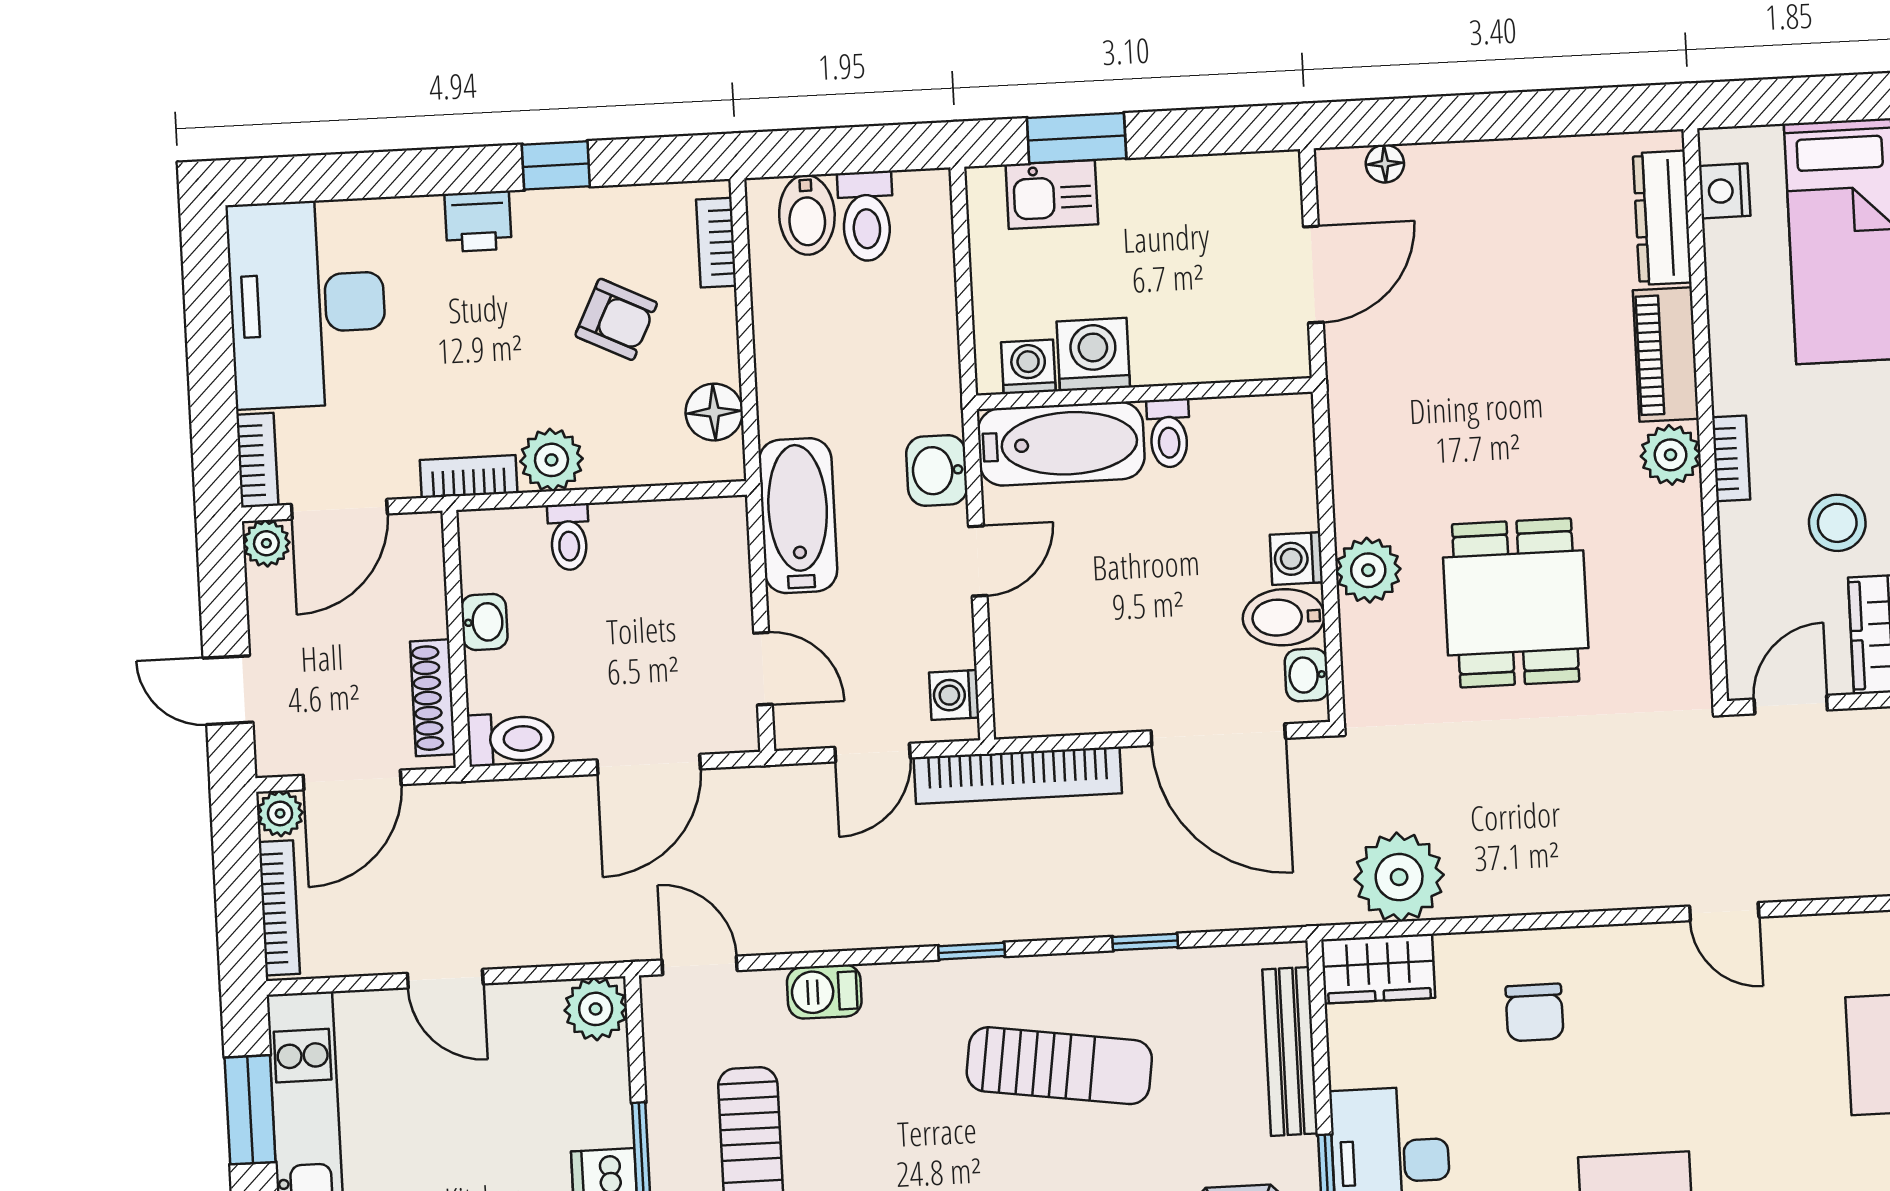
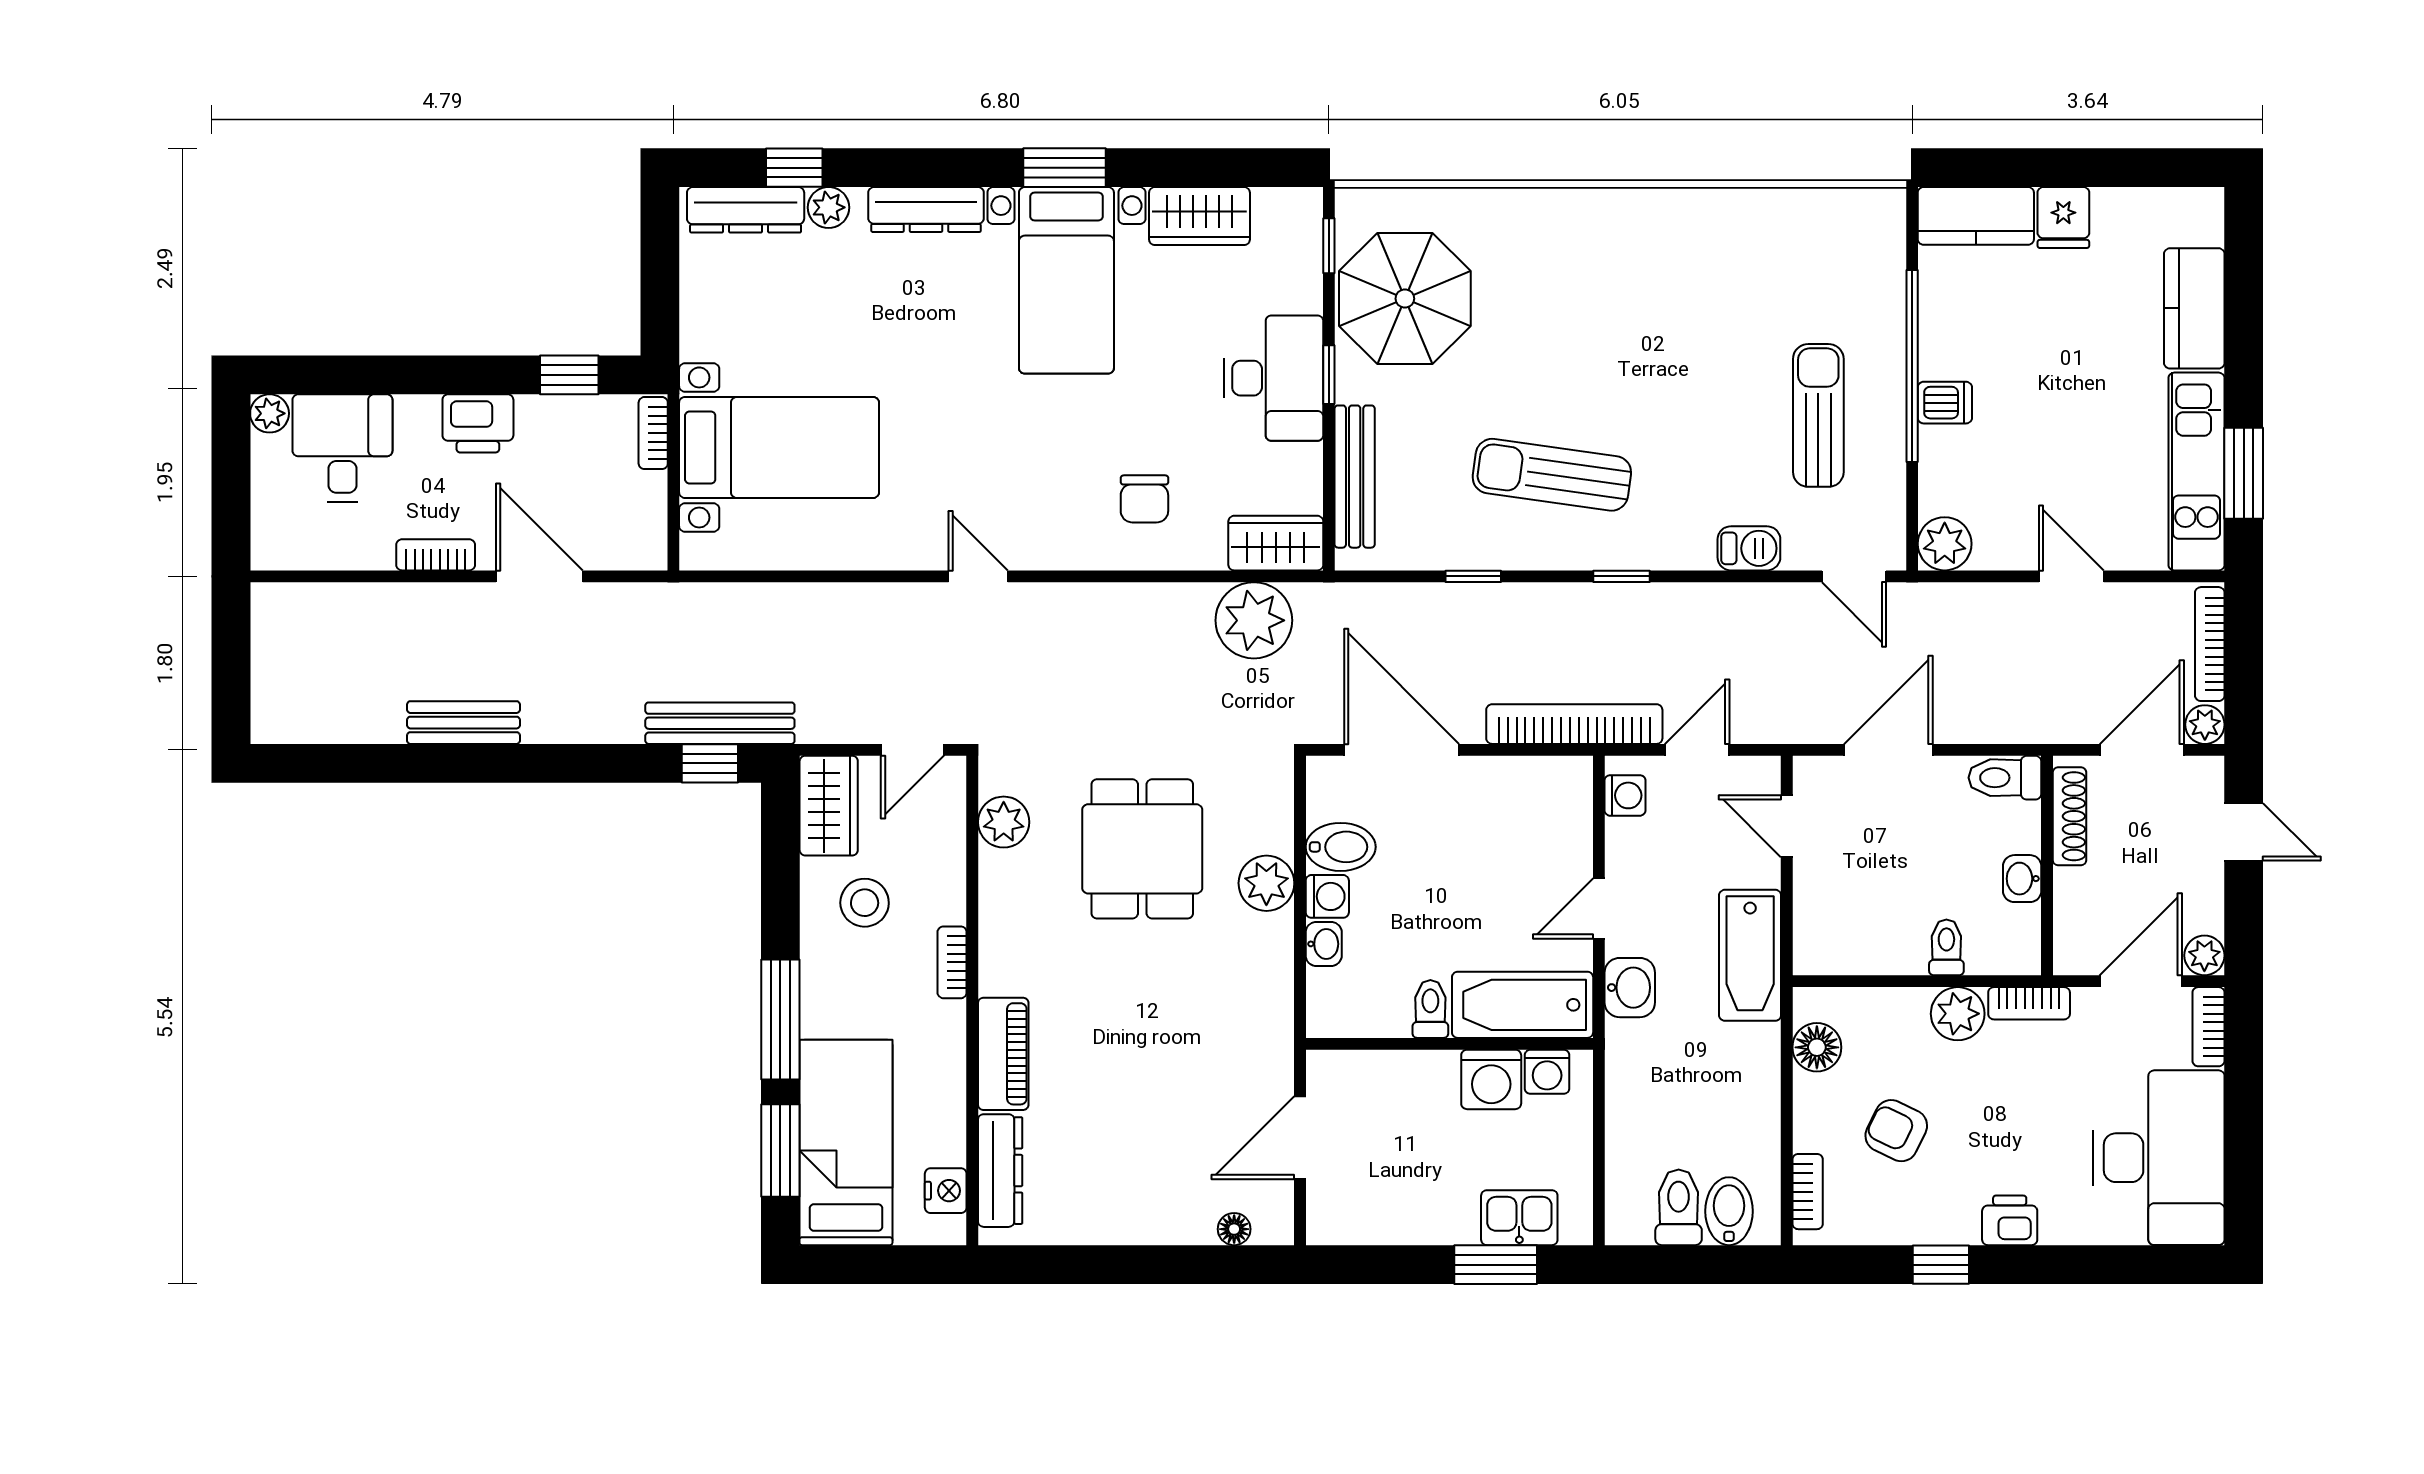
plant: (1671, 455) -> (1004, 822), moved
washbasin: (1307, 675) -> (1324, 944), moved
chair: (1534, 1012) -> (1144, 499), turned 180

